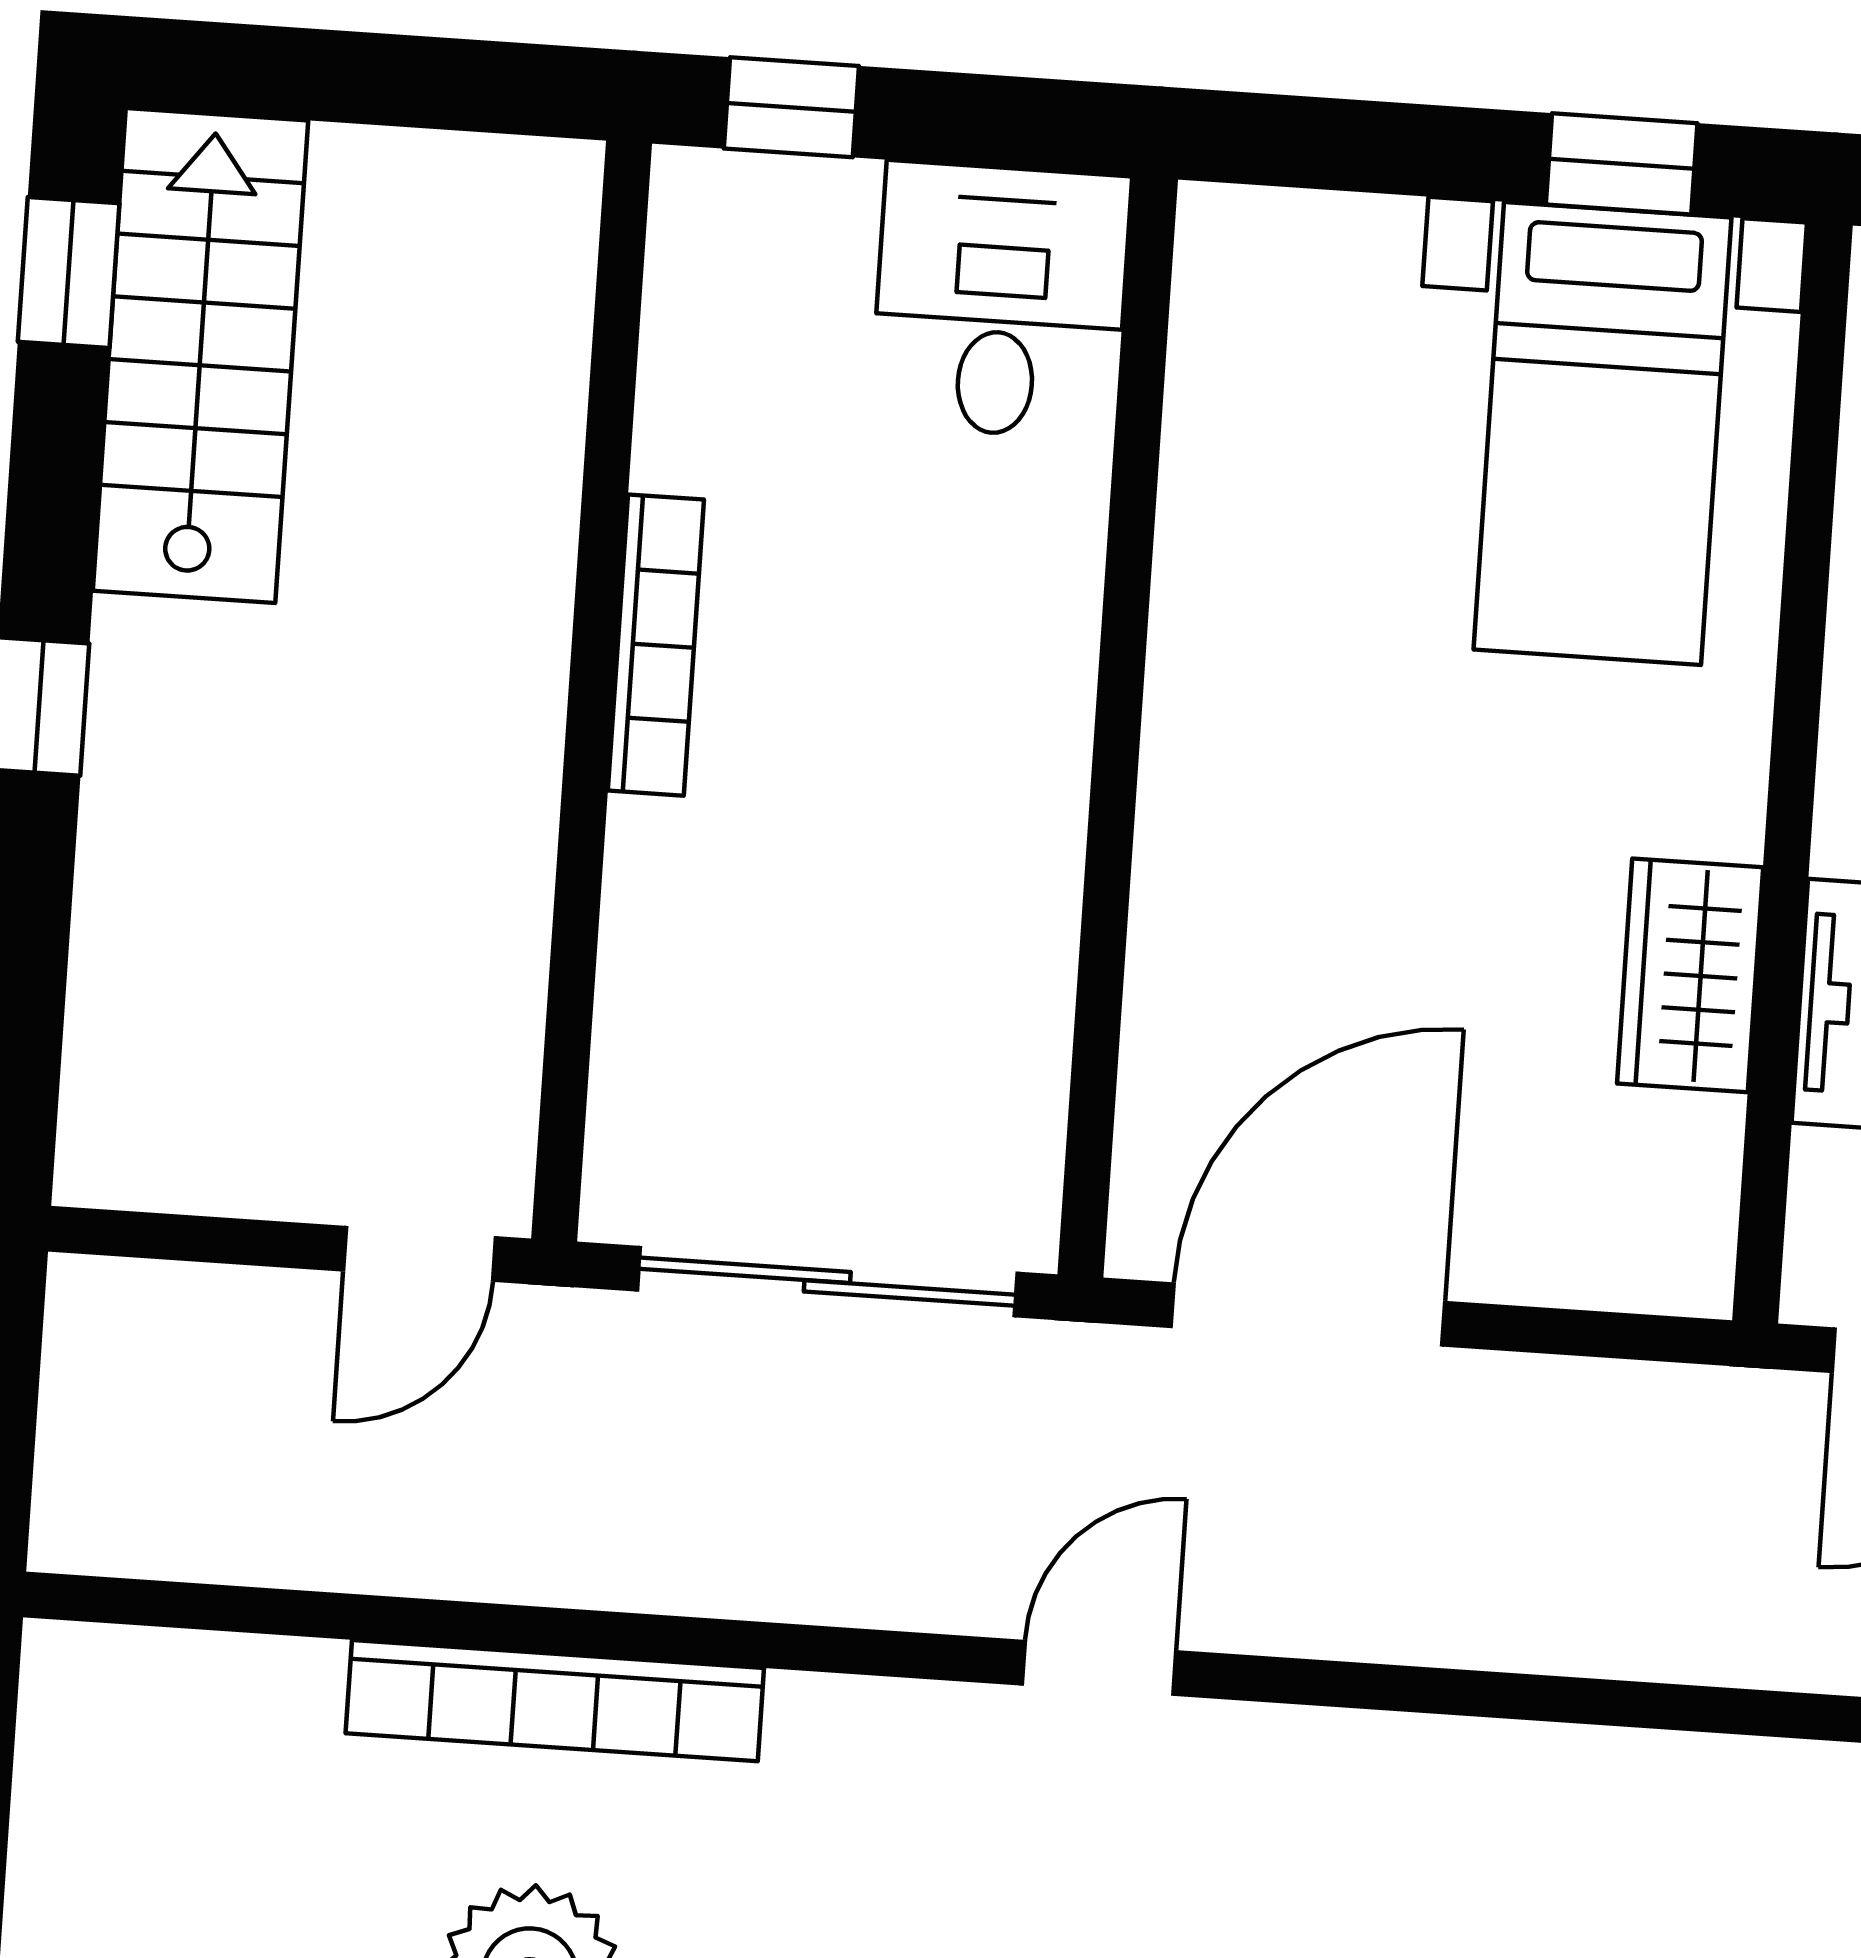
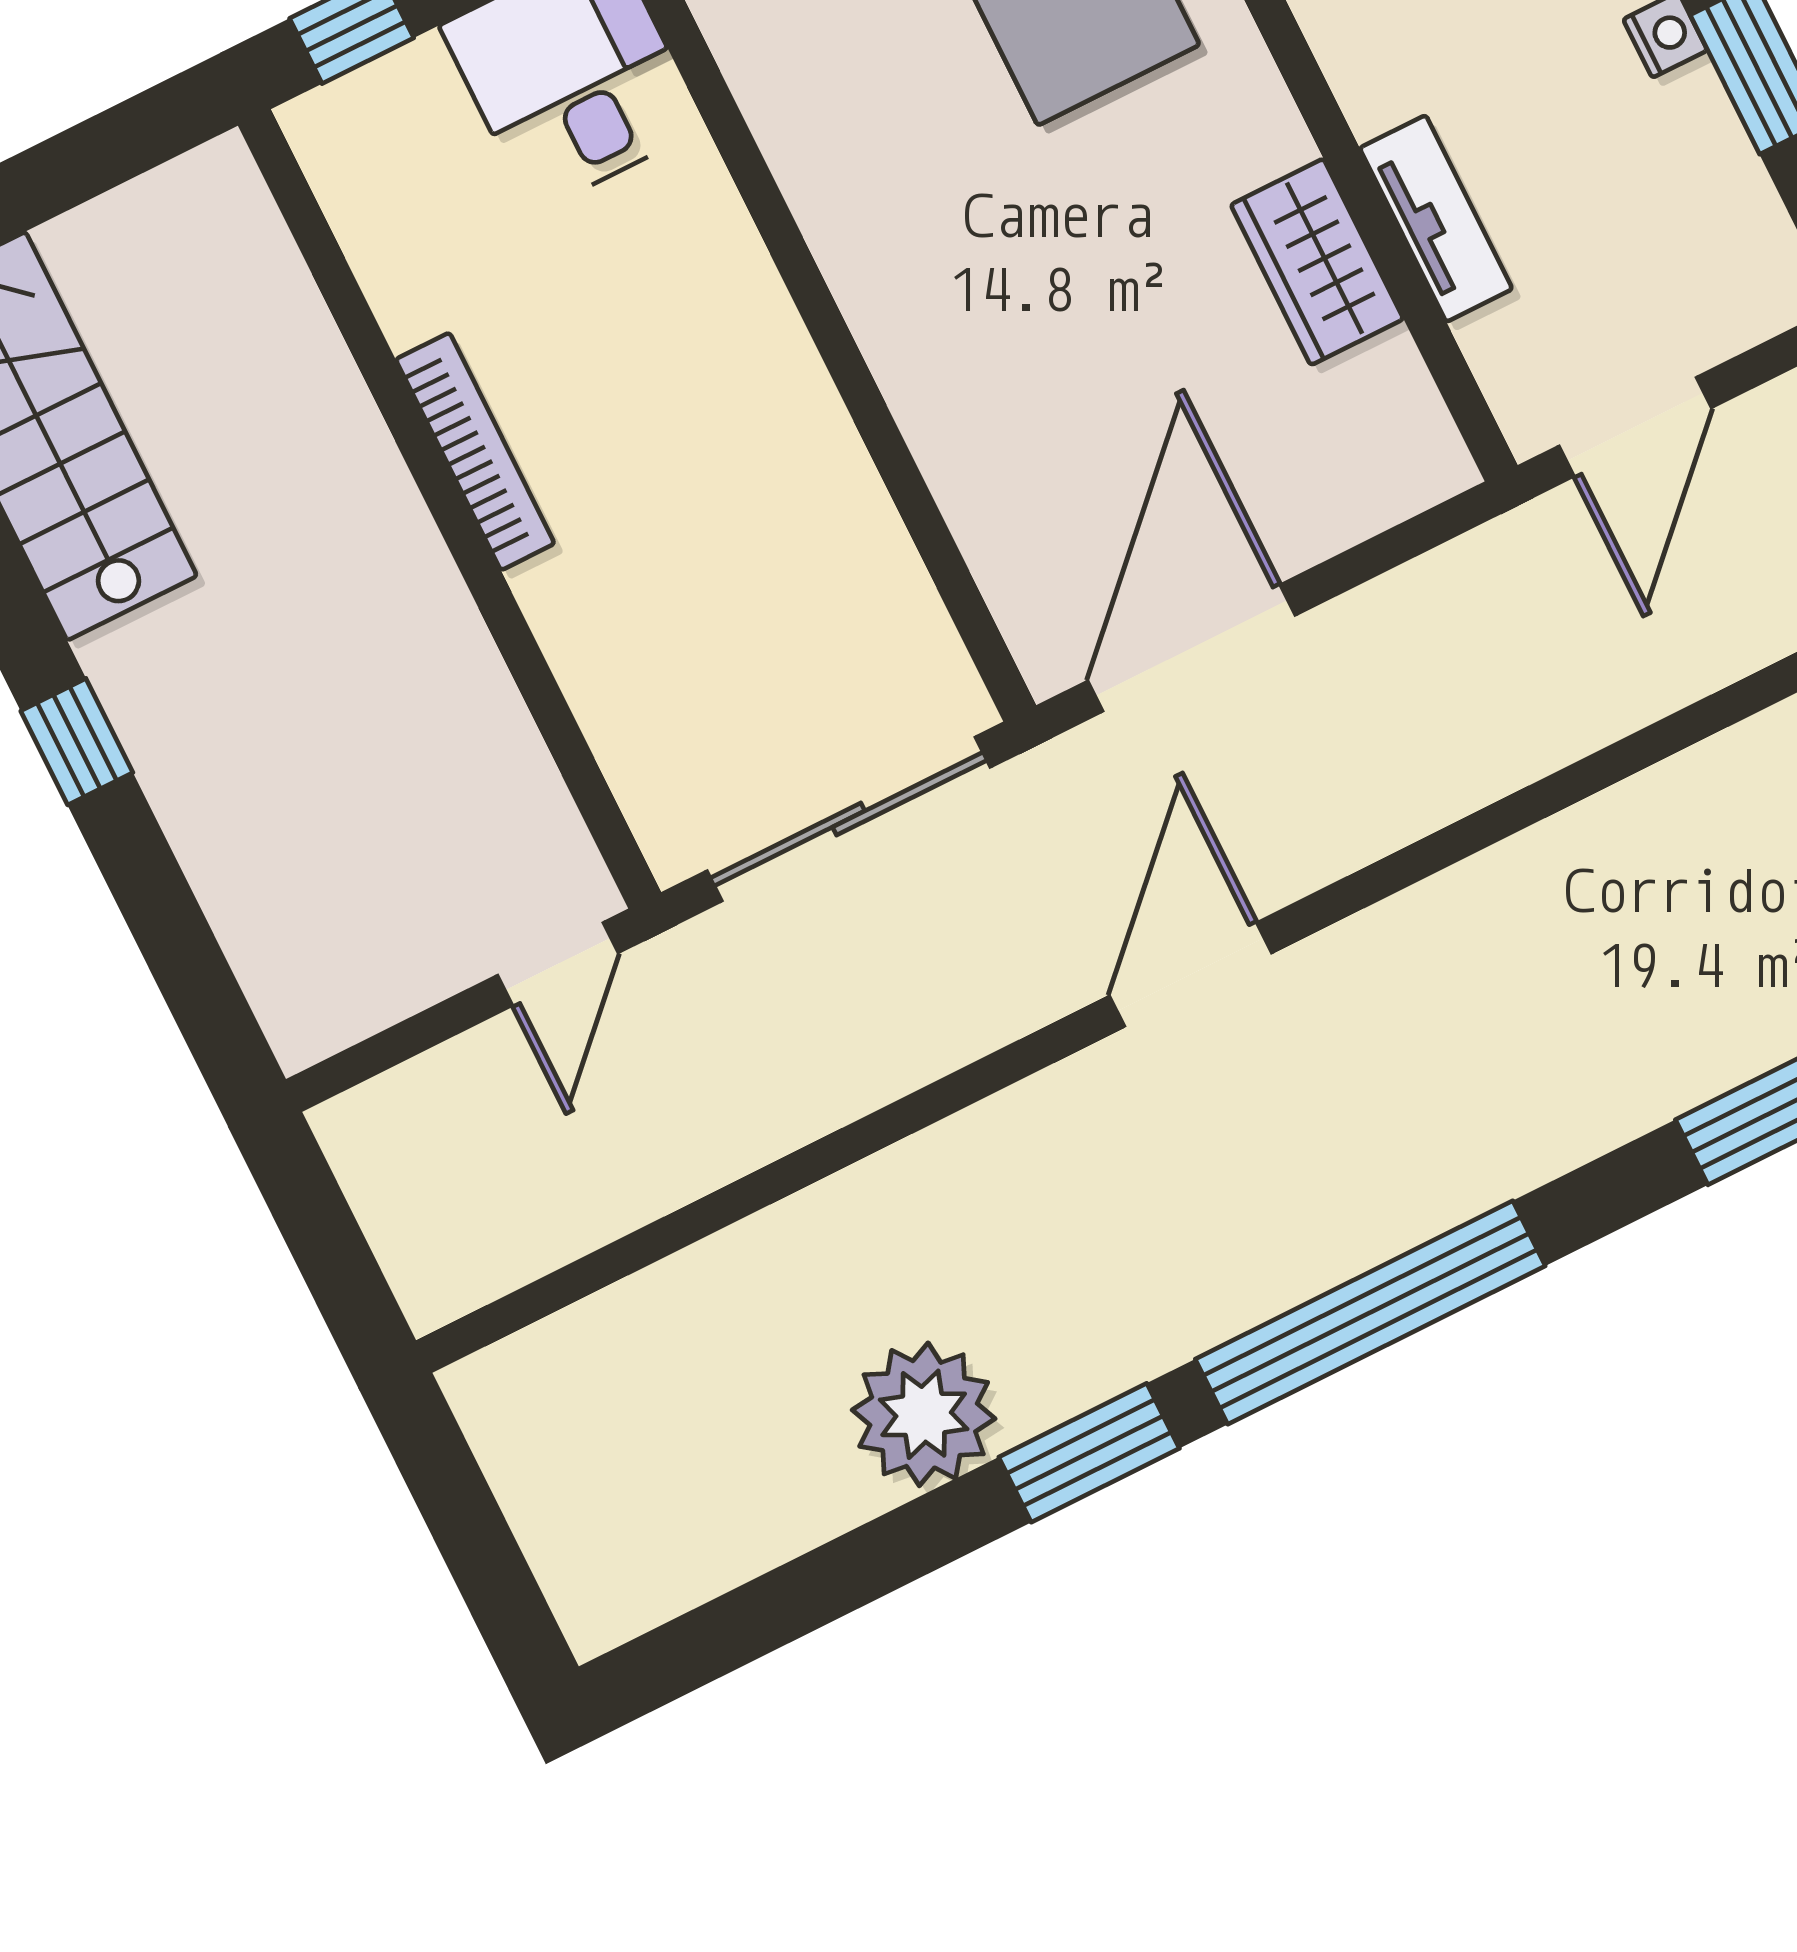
door: (1099, 1668) -> (1191, 974), width x1.38
bookcase: (555, 1701) -> (830, 1216), removed

